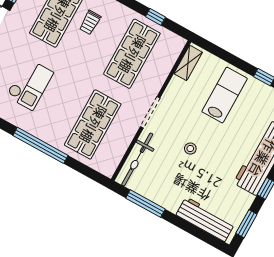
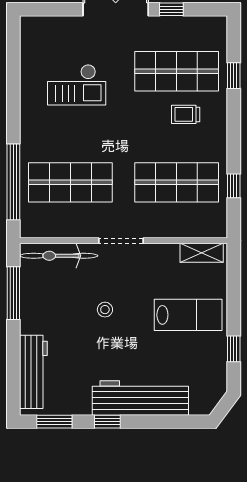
window: (41, 145) -> (13, 182), moved

